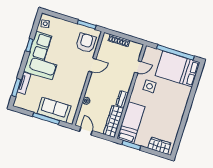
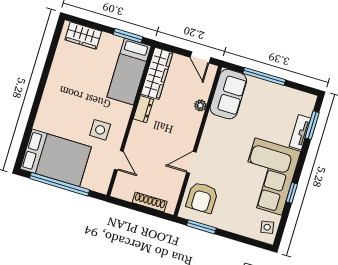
door: (138, 67) -> (119, 160), swing flipped
sofa: (54, 110) -> (228, 94), moved, turned -90

